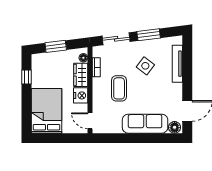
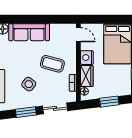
coffee table: (119, 88) -> (52, 64), turned -75

